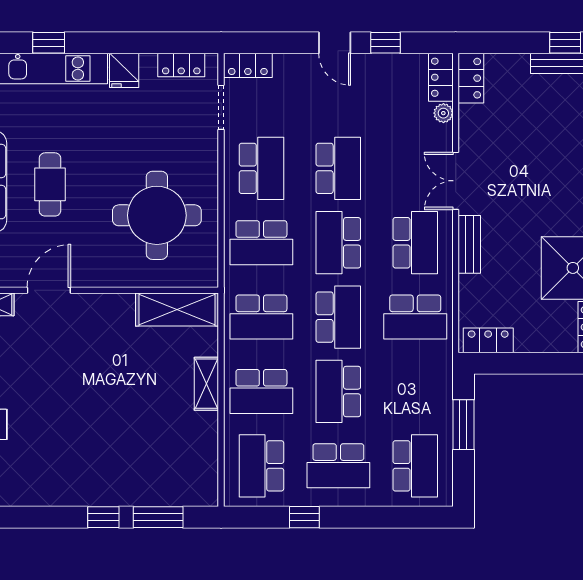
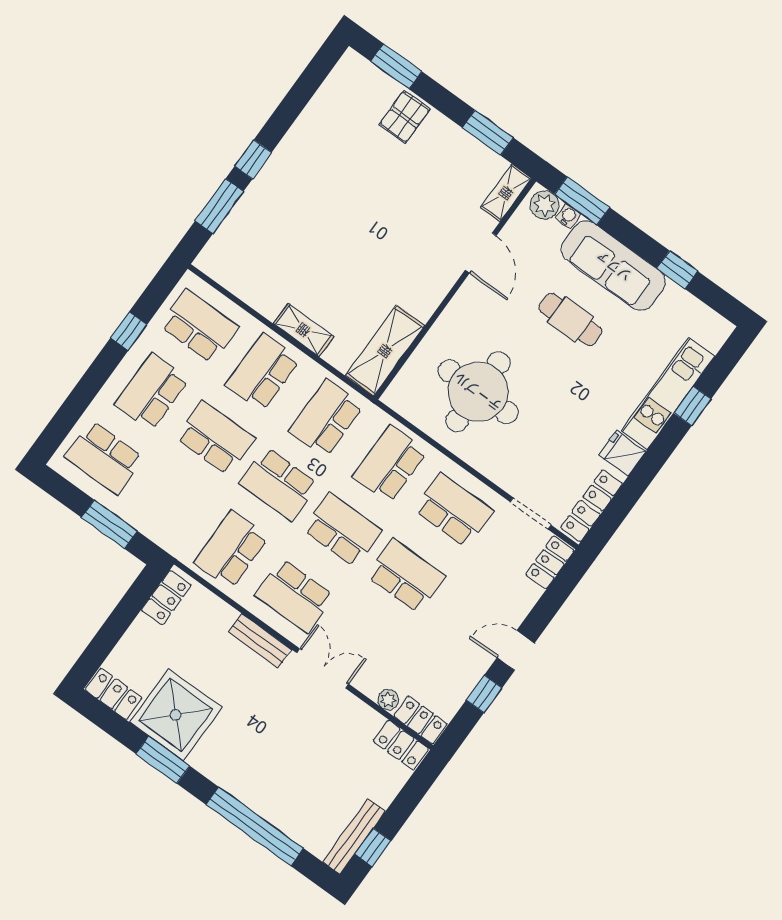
locker: (181, 65) -> (591, 506), width x1.53
school desk: (261, 168) -> (453, 510), turned 180
school desk: (338, 168) -> (406, 576), turned 180

